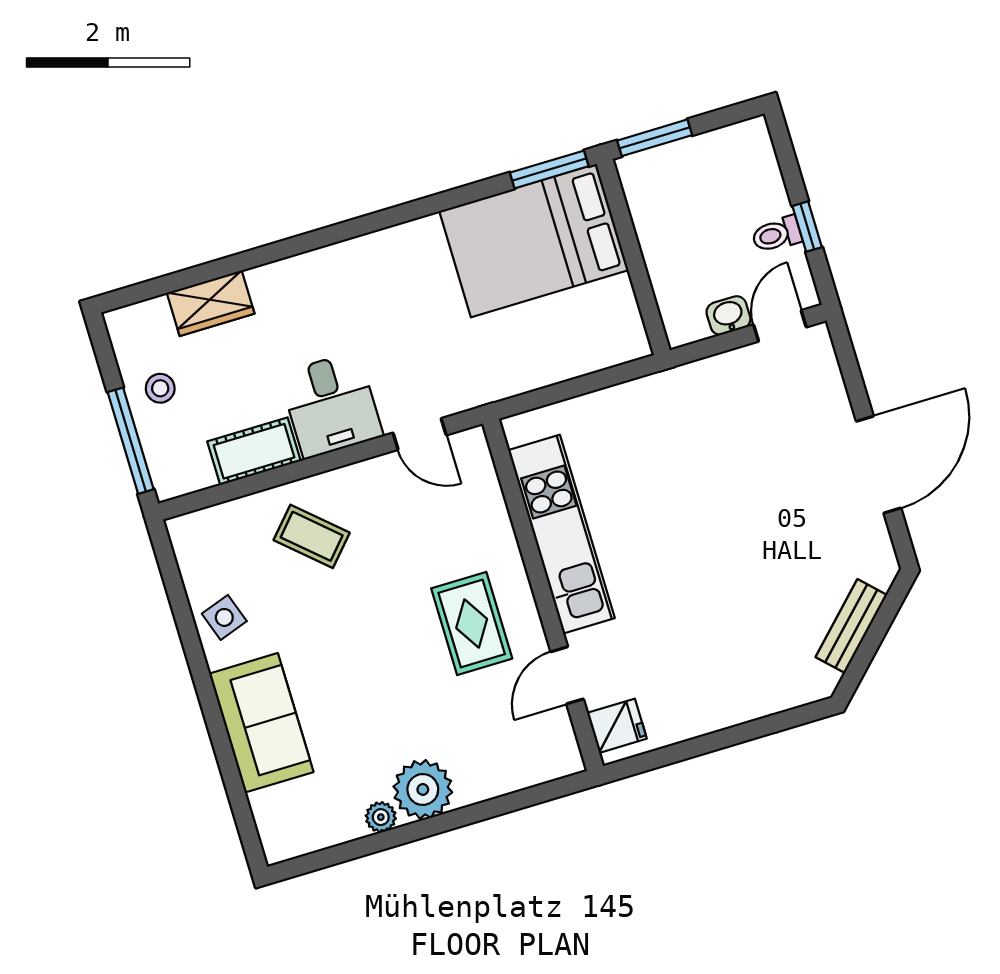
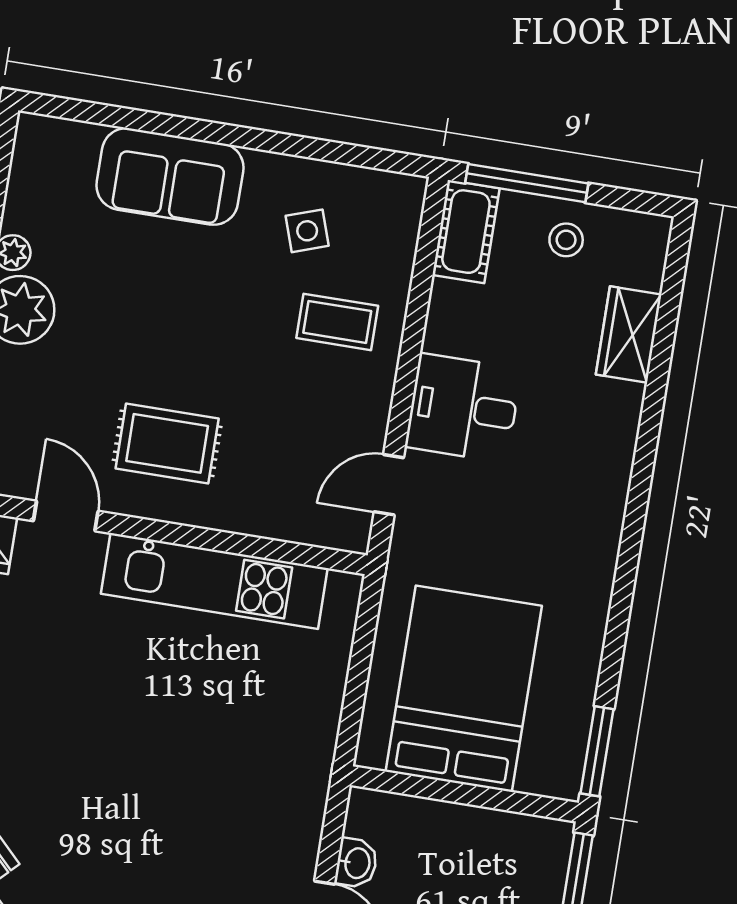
bed: (534, 241) -> (464, 689), moved
cot: (254, 451) -> (466, 232), moved
coffee table: (312, 536) -> (337, 322), turned 48
side table: (224, 617) -> (307, 231), moved

